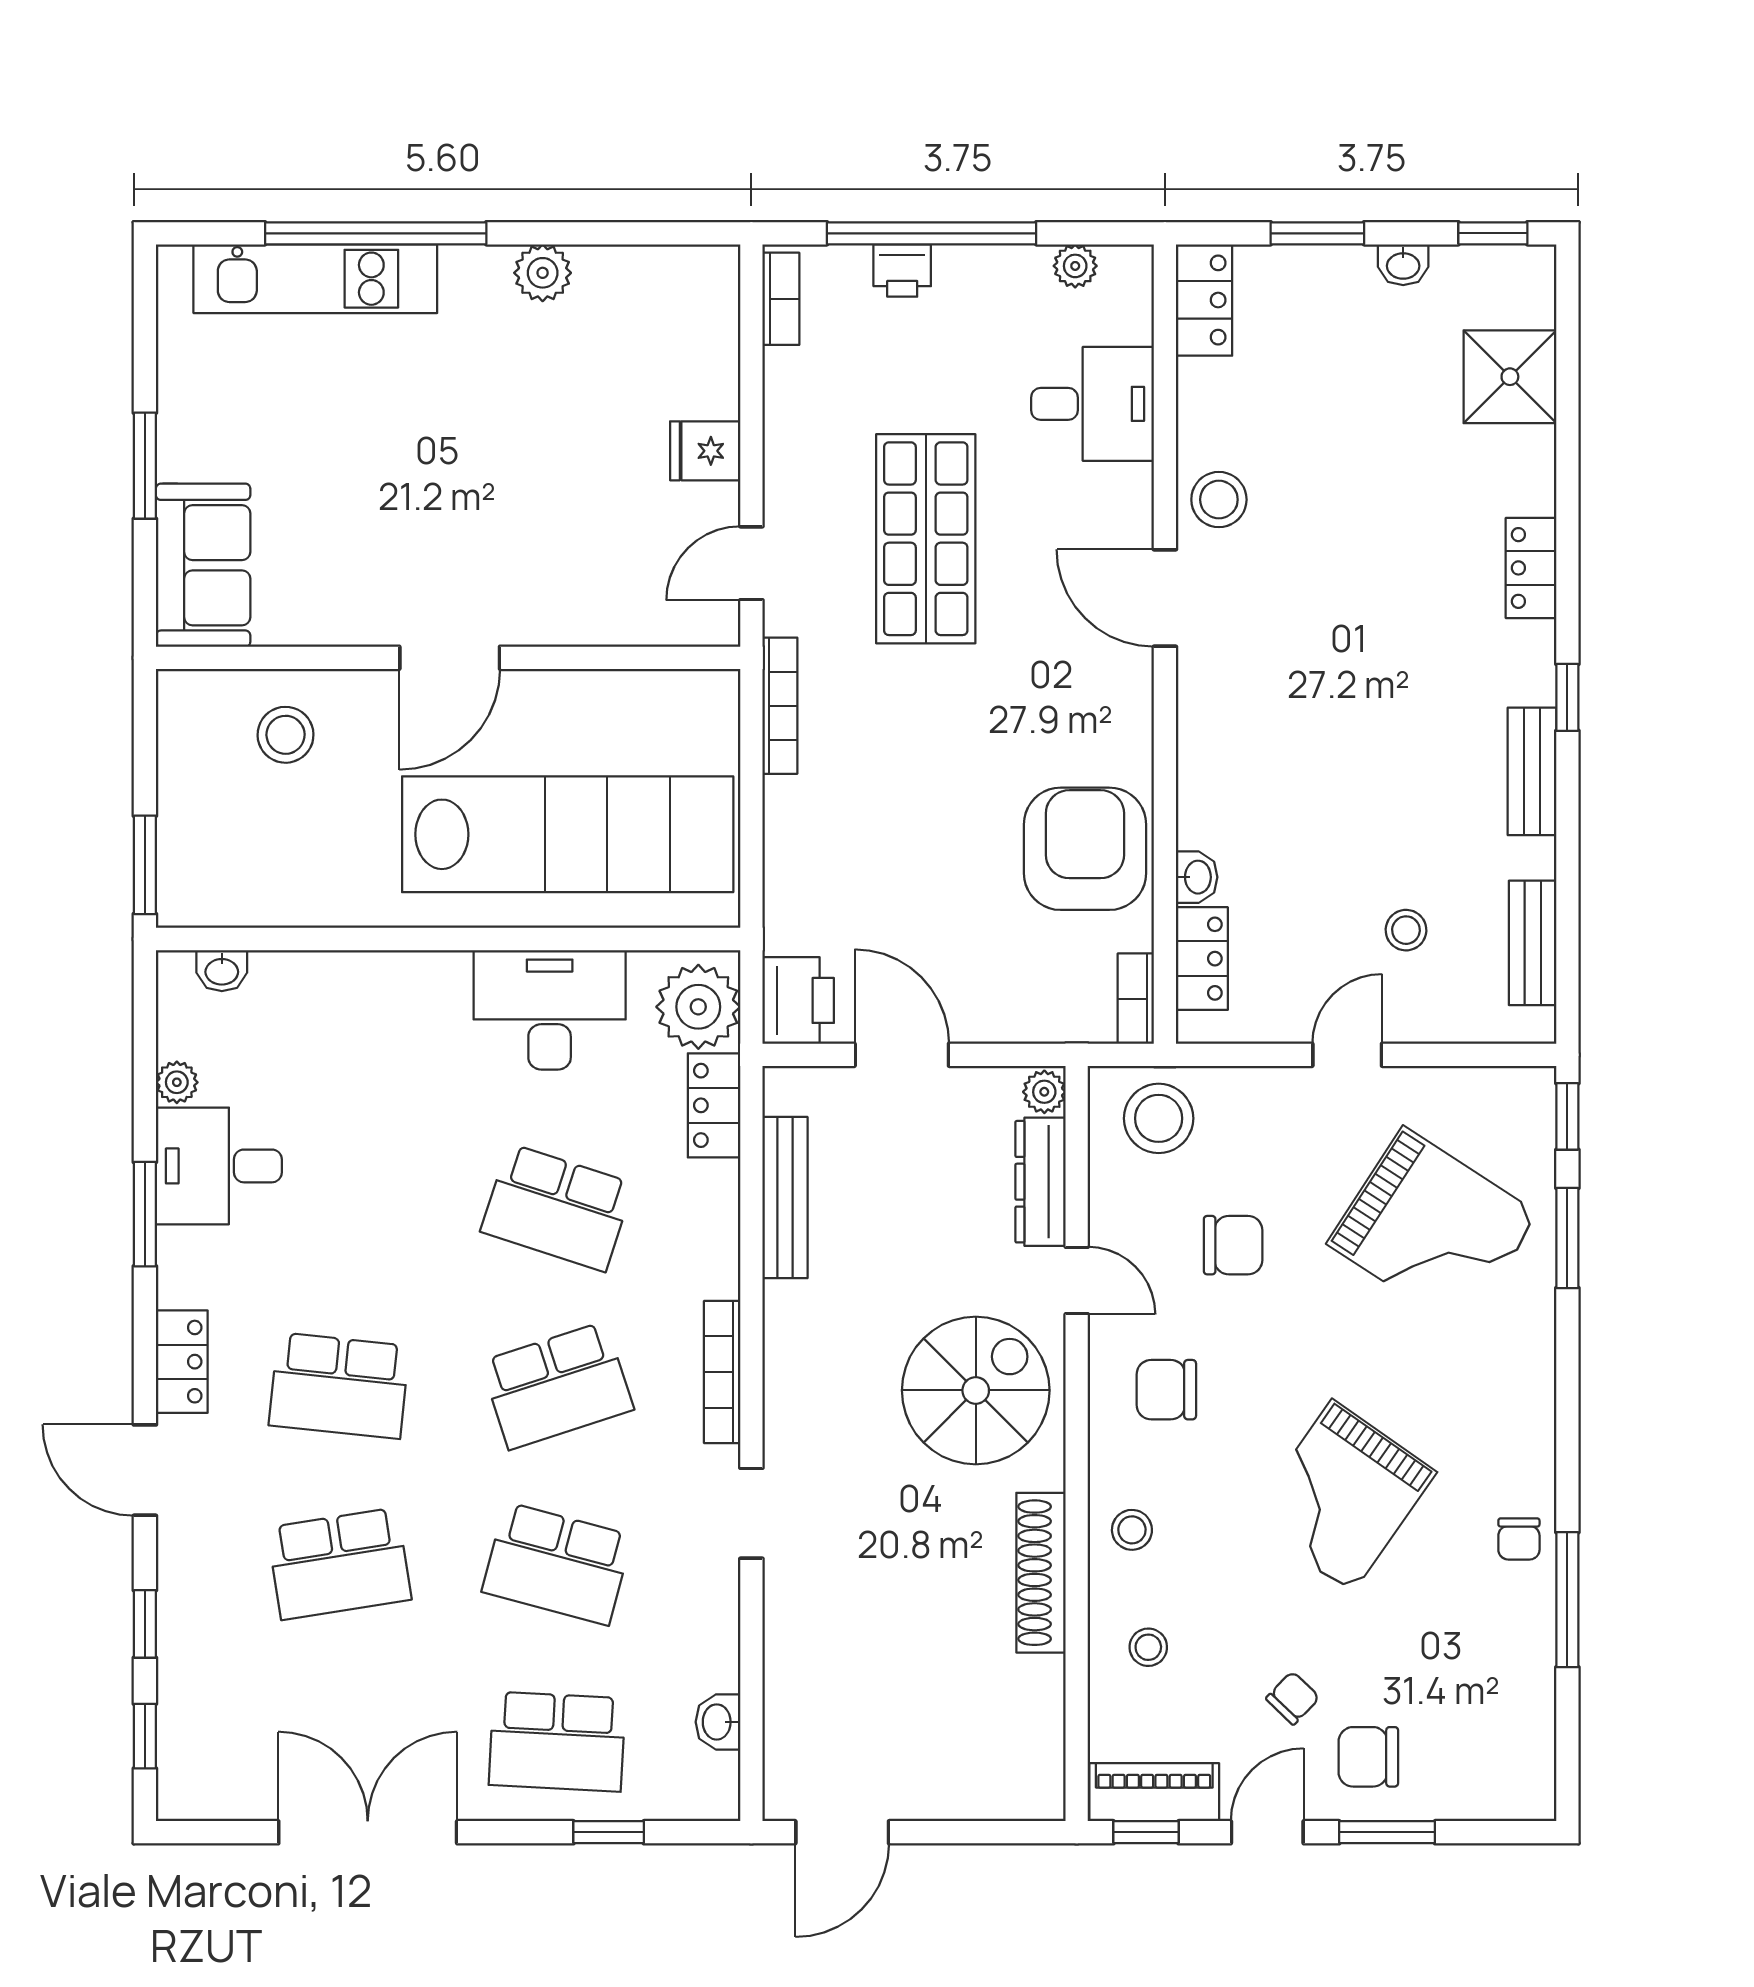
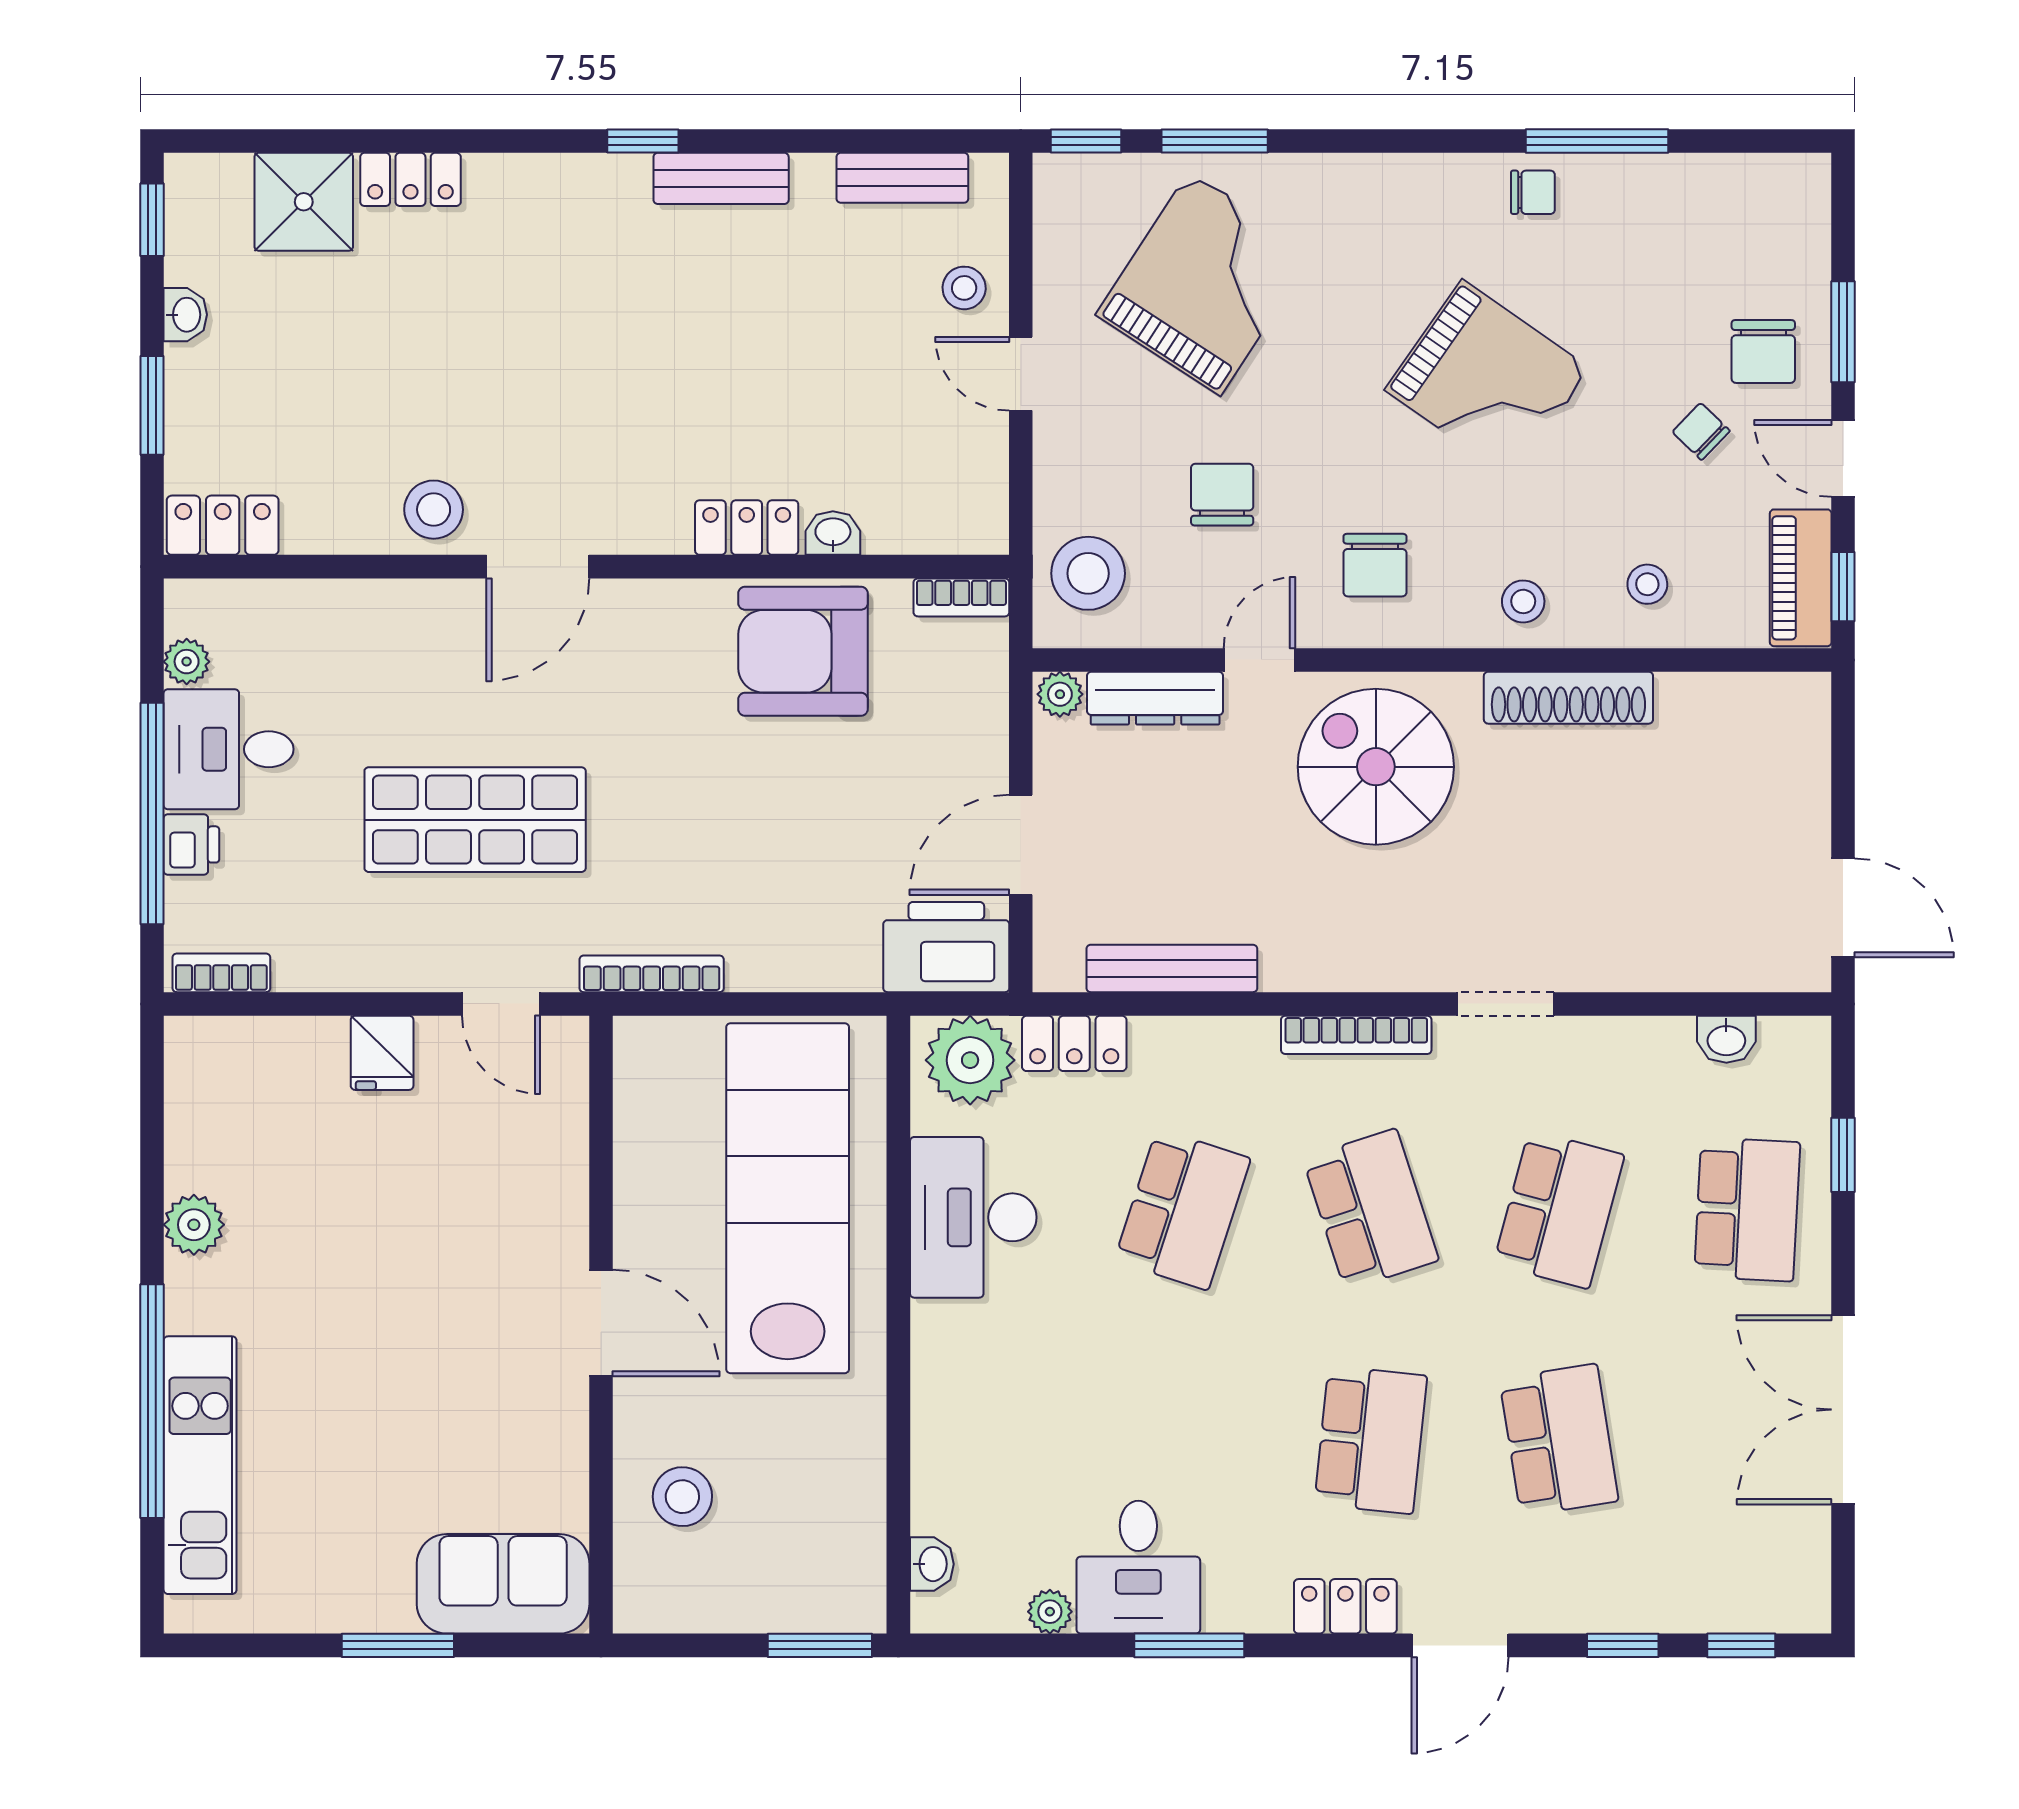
desk: (1093, 404) -> (229, 749), moved, turned -90
locker: (1531, 568) -> (410, 179), moved
stool: (1406, 930) -> (964, 288), moved
locker: (1202, 959) -> (747, 528), moved
printer: (798, 1000) -> (946, 947), width x1.37, depth x1.19

